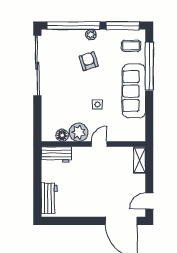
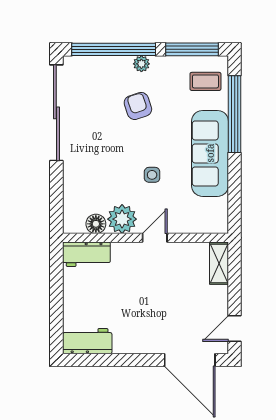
workbench: (49, 198) -> (87, 341), moved, turned -90

